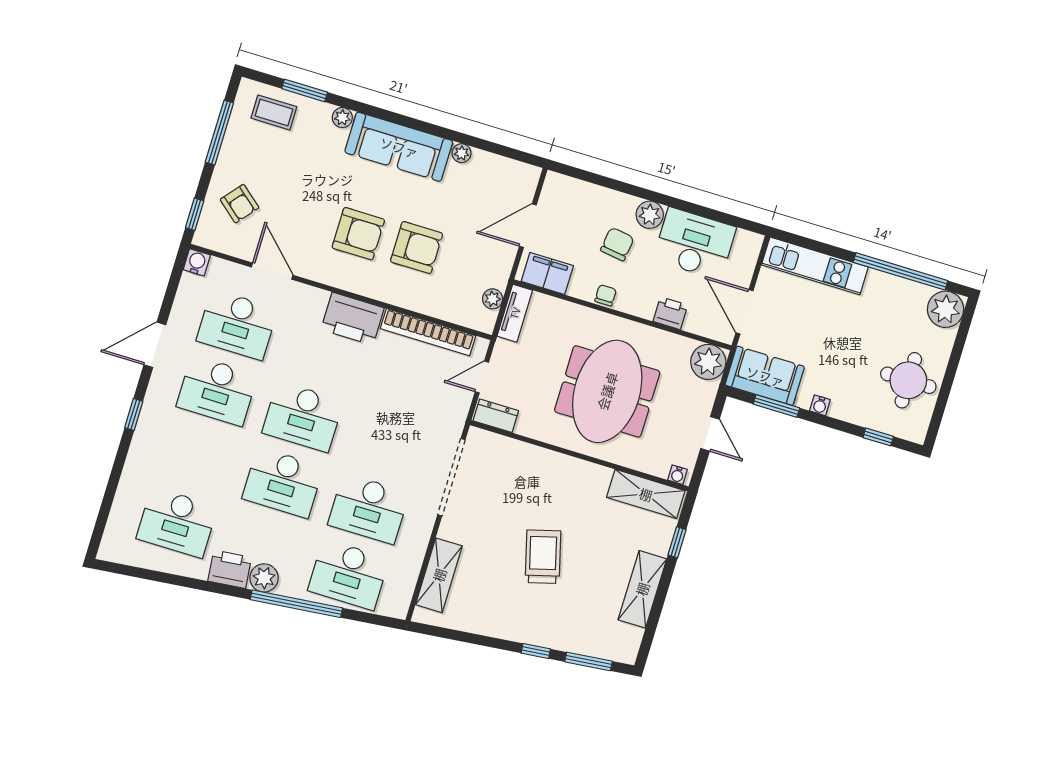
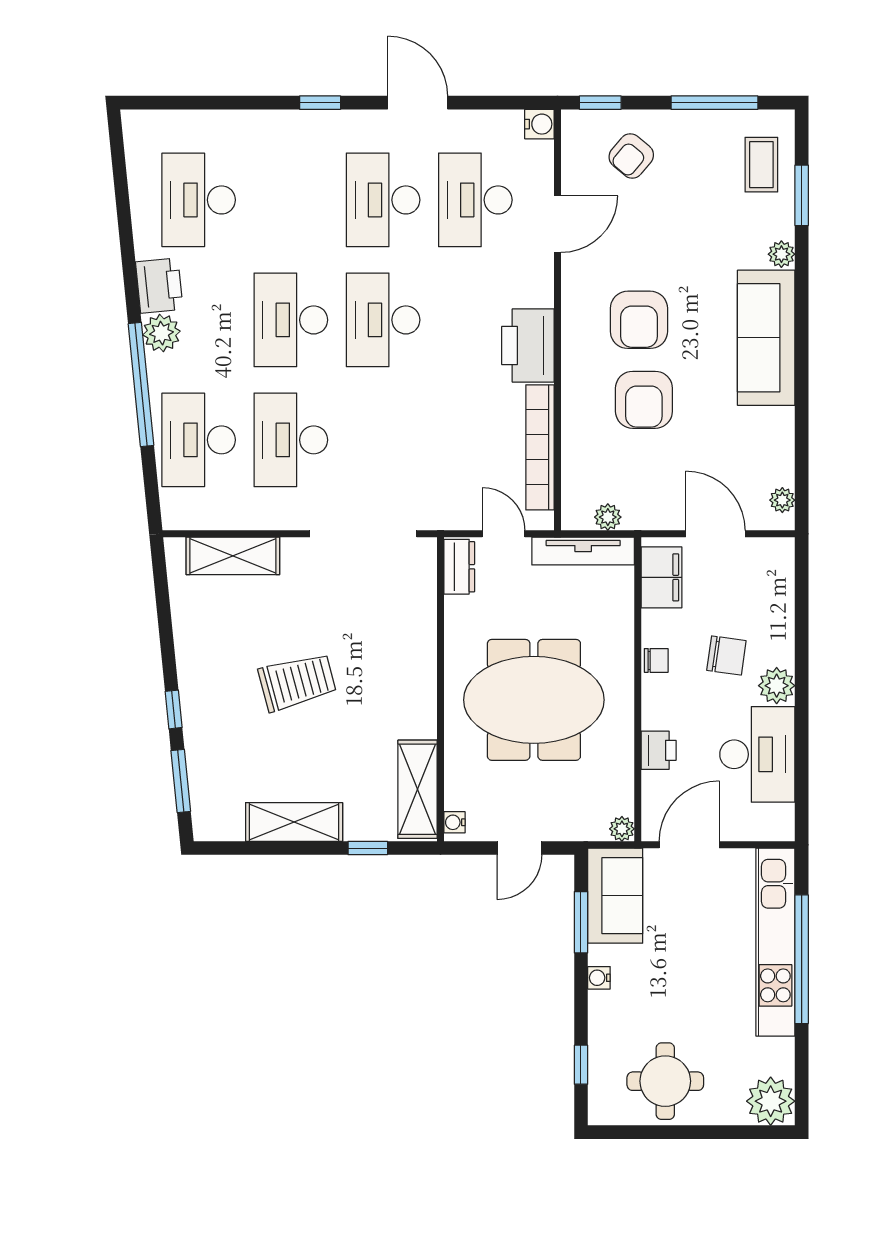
plant: (462, 153) -> (782, 500), moved
kitchen unit: (815, 266) -> (775, 942), width x1.36
window: (901, 271) -> (802, 959), moved
tv unit: (515, 313) -> (583, 551), width x1.41
plant: (708, 362) -> (622, 829), width x0.53, depth x0.53

